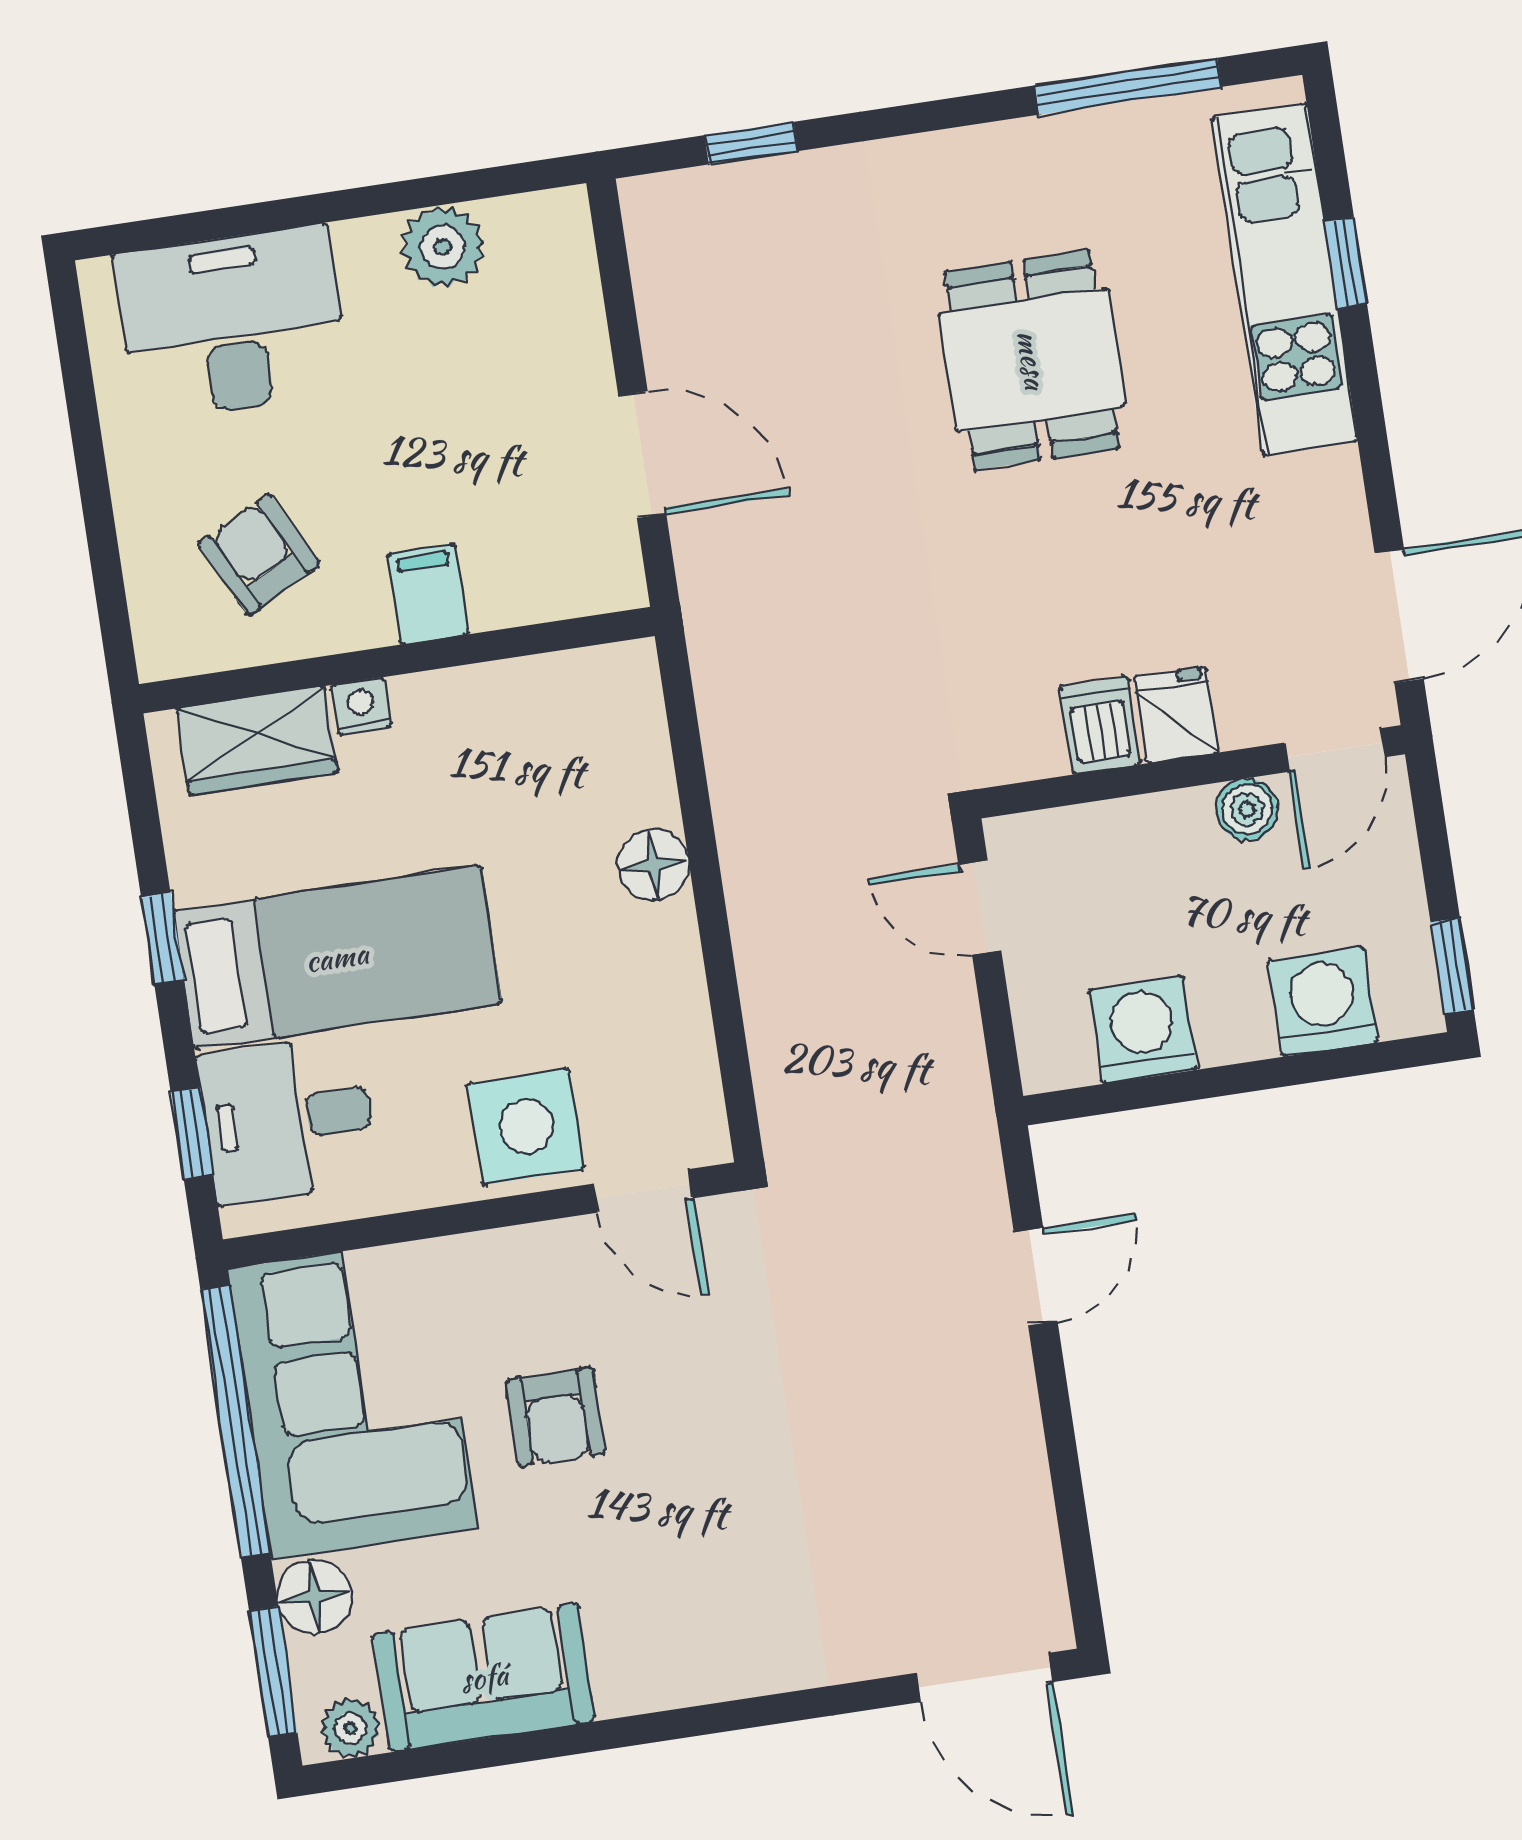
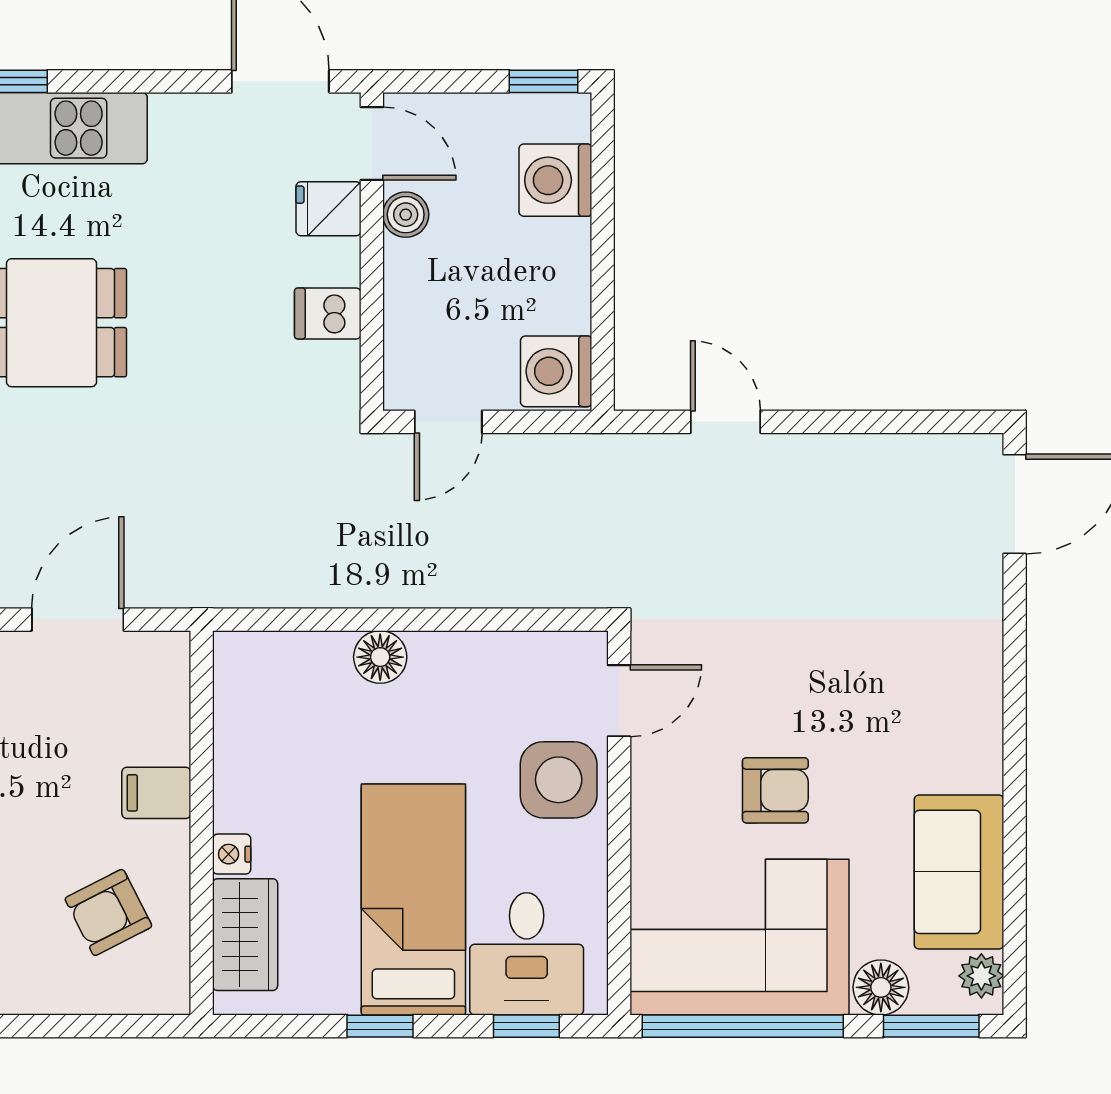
fridge: (1176, 715) -> (328, 209), moved
washing machine: (1143, 1030) -> (556, 371), moved

